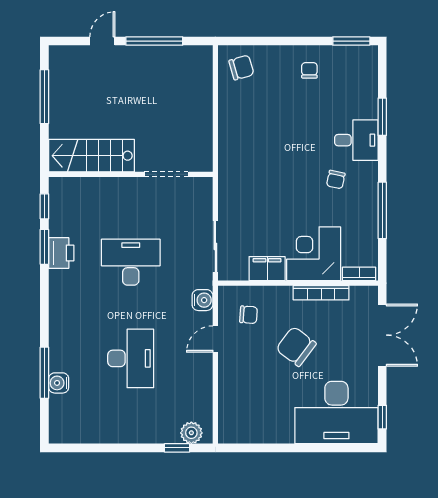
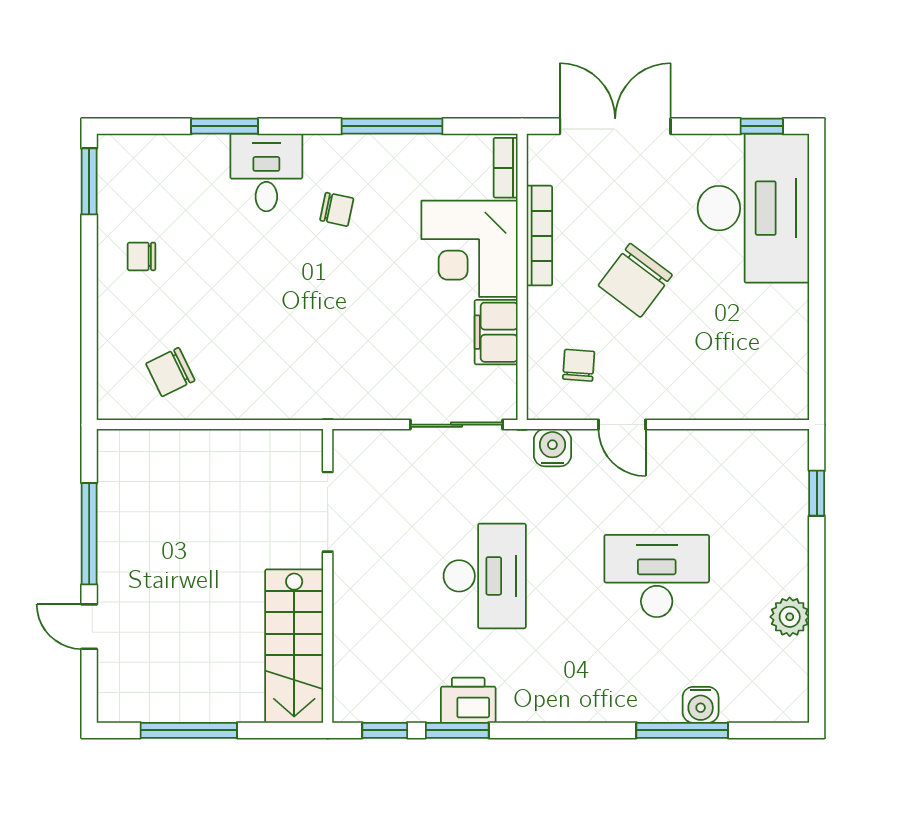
chair: (241, 67) -> (170, 372), moved, turned -100
desk: (131, 262) -> (485, 576), turned 180
plant: (191, 433) -> (790, 617), moved

